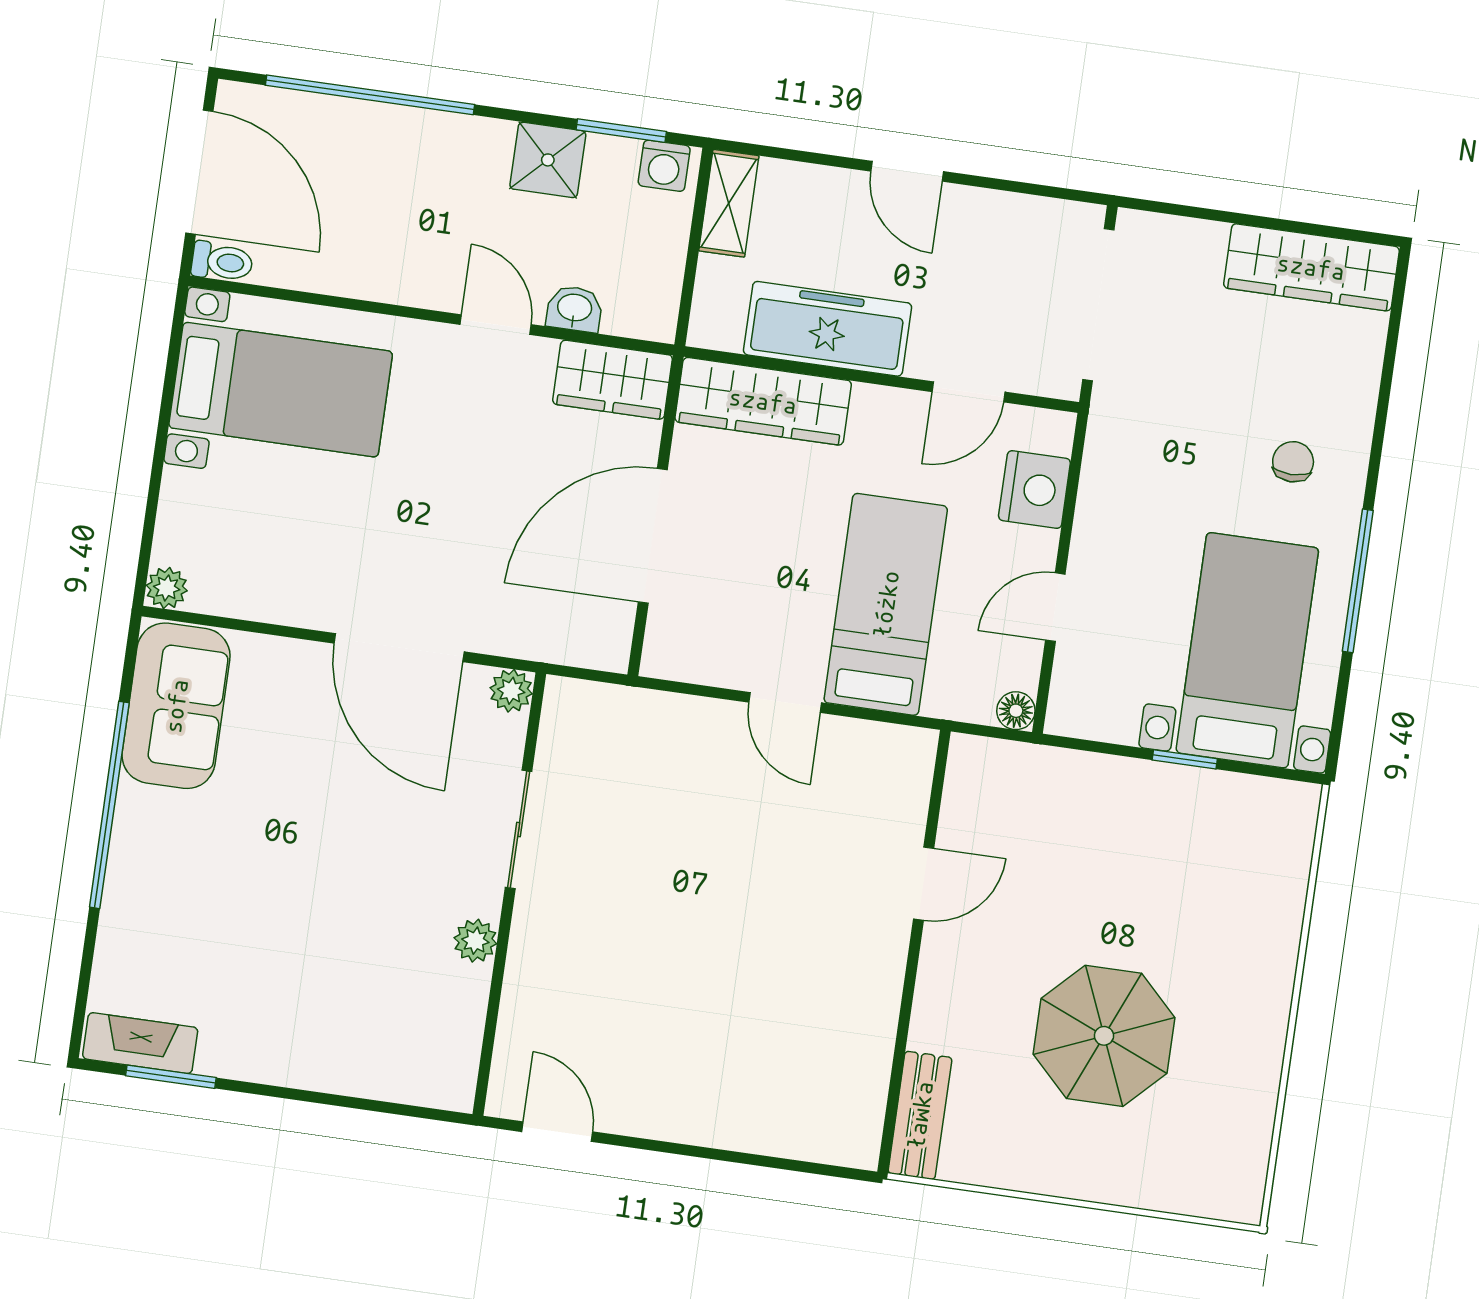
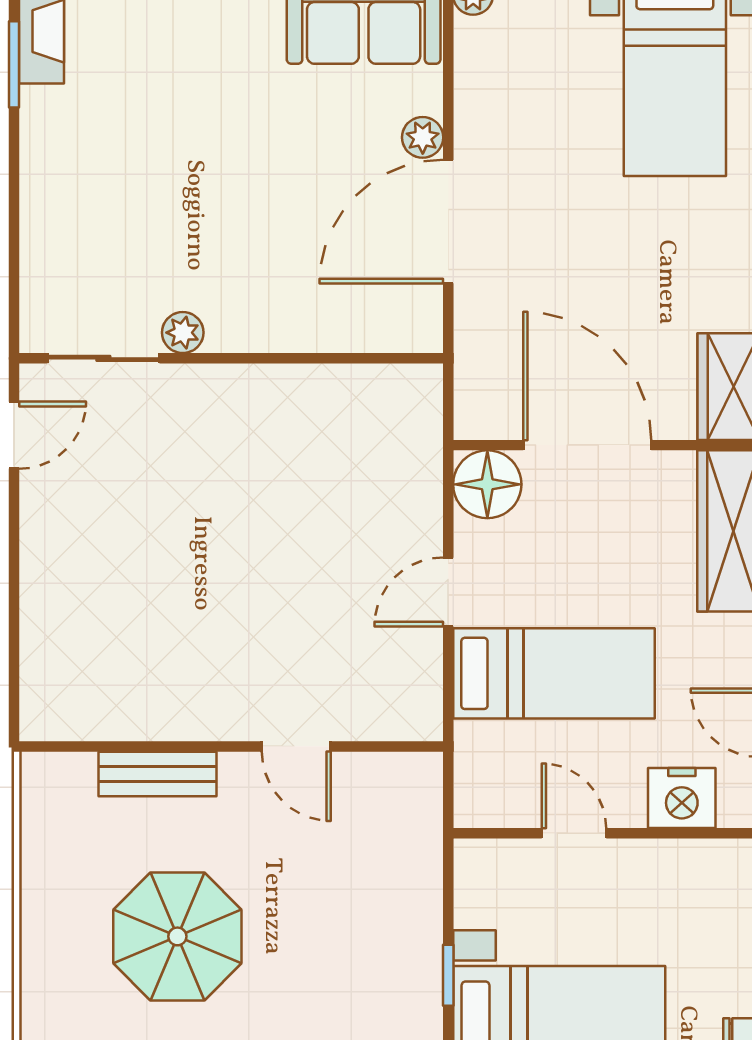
plant: (511, 691) -> (423, 137), moved
floor lamp: (1016, 711) -> (487, 484), moved, width x1.89, depth x1.89
sliding door: (519, 830) -> (103, 358), moved
bench: (920, 1115) -> (158, 774), moved

